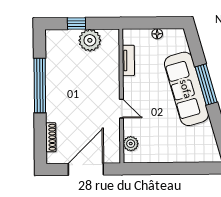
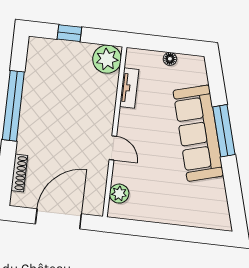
plant: (90, 40) -> (107, 59), moved

